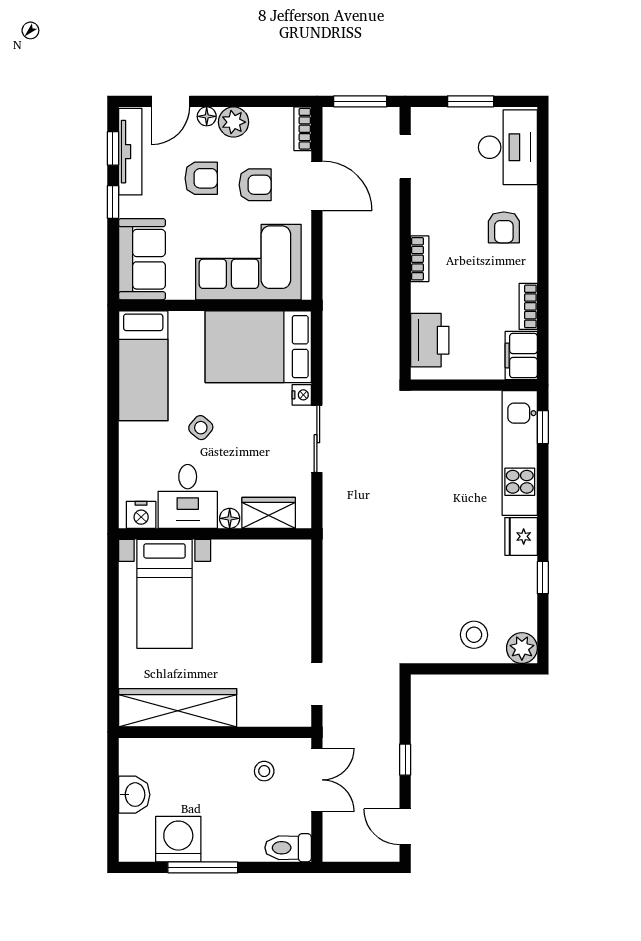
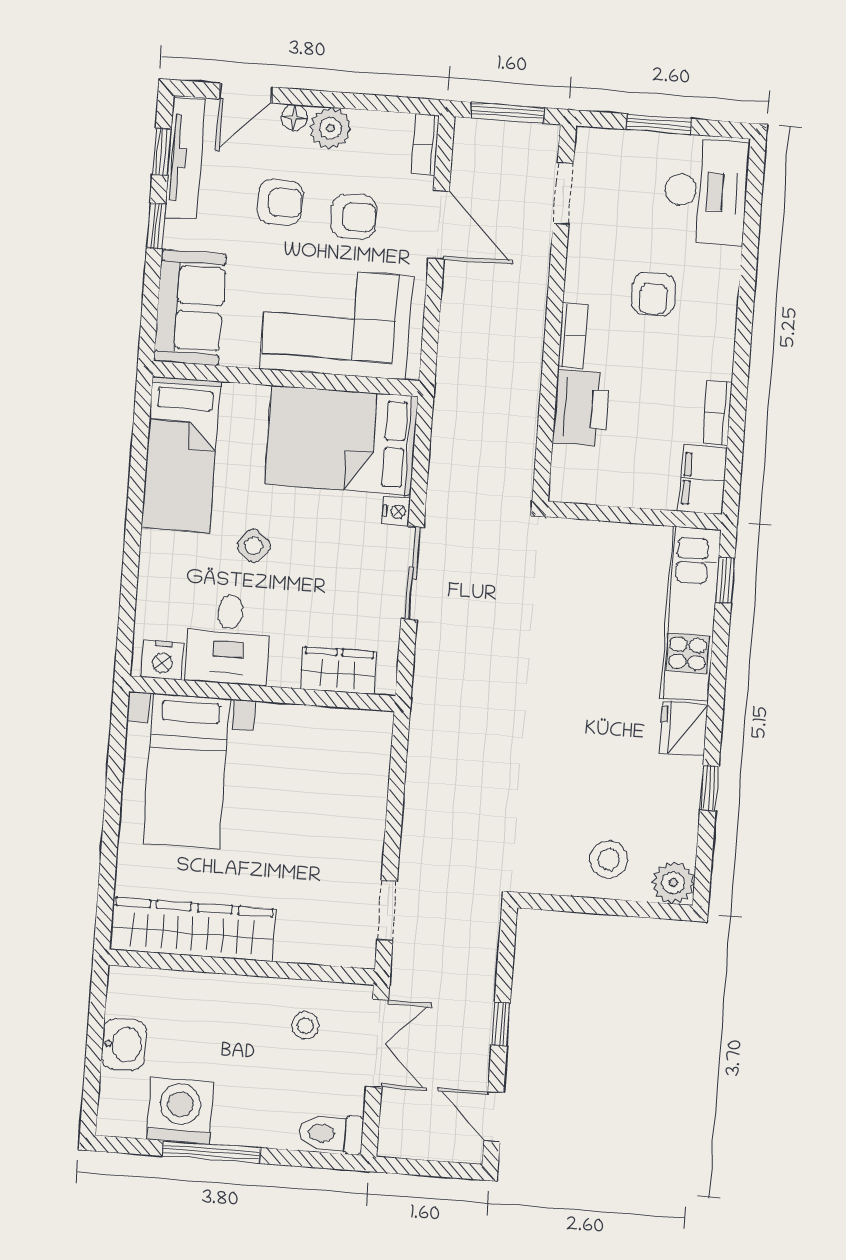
armchair: (504, 227) -> (654, 294), moved
printer: (430, 340) -> (581, 408), moved
floor lamp: (230, 518) -> (284, 674), removed

